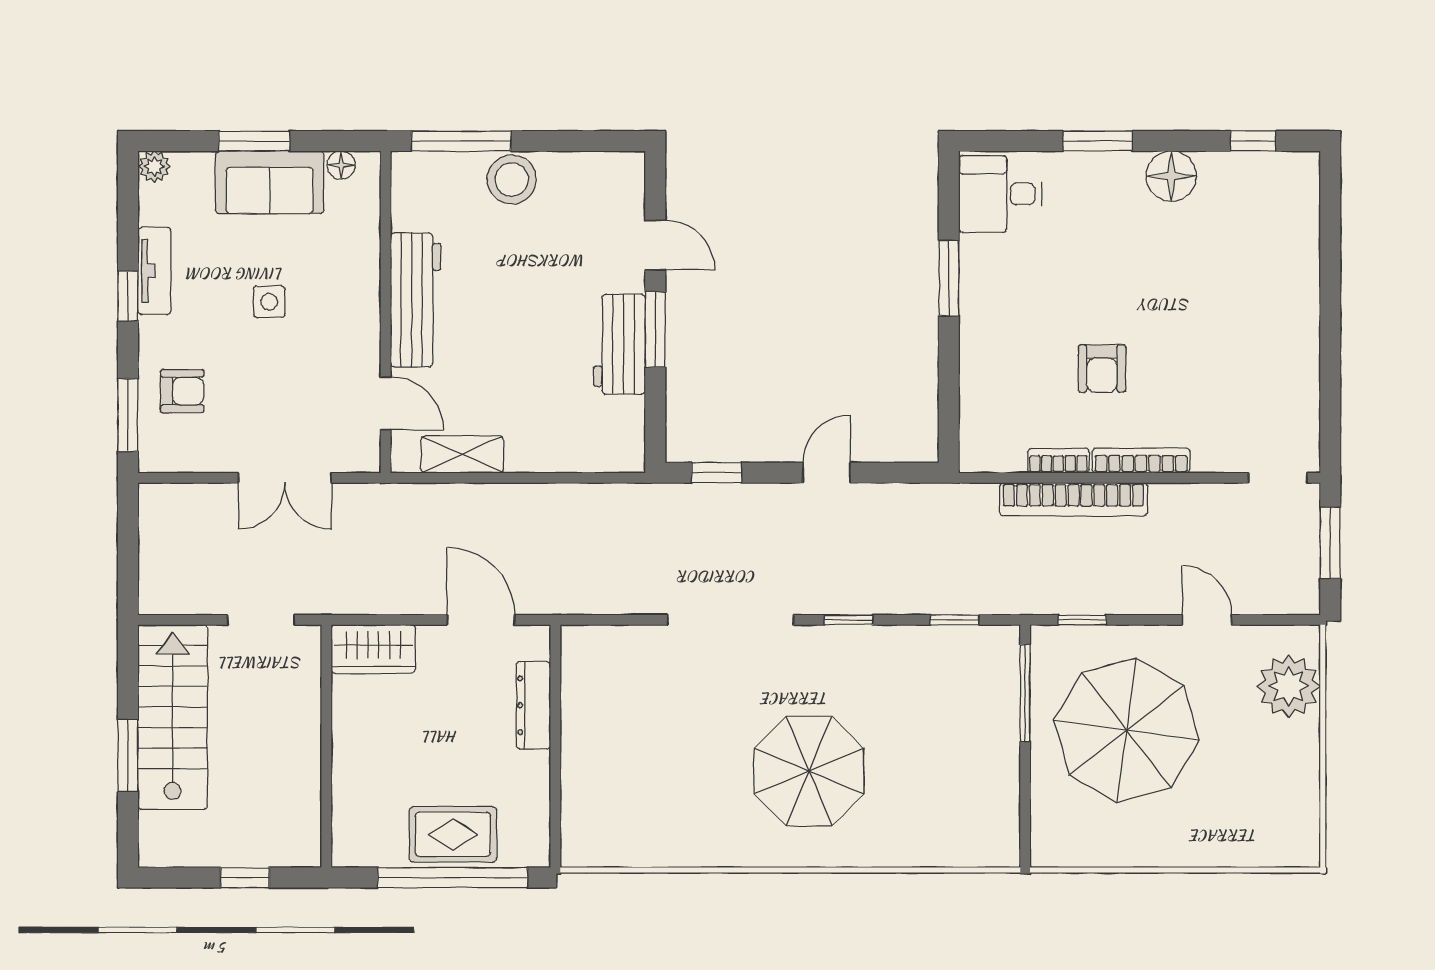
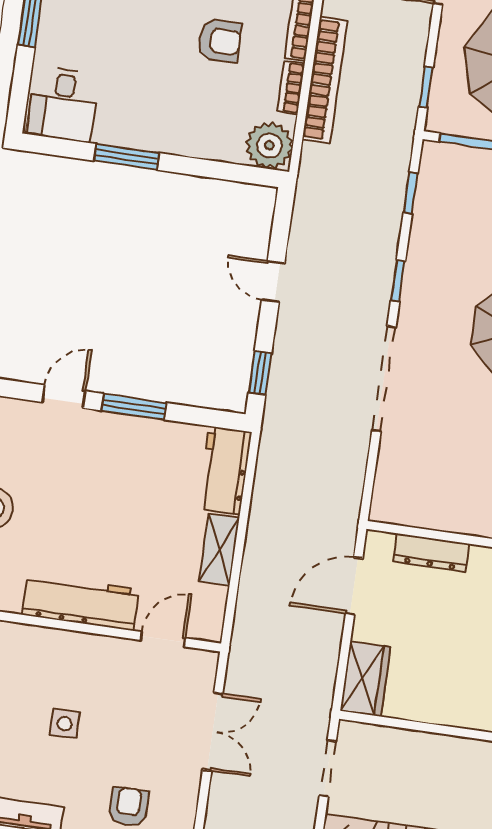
workbench: (620, 344) -> (224, 470), moved, turned 90
plant: (987, 445) -> (269, 145), added
shelving: (462, 454) -> (219, 550), moved

